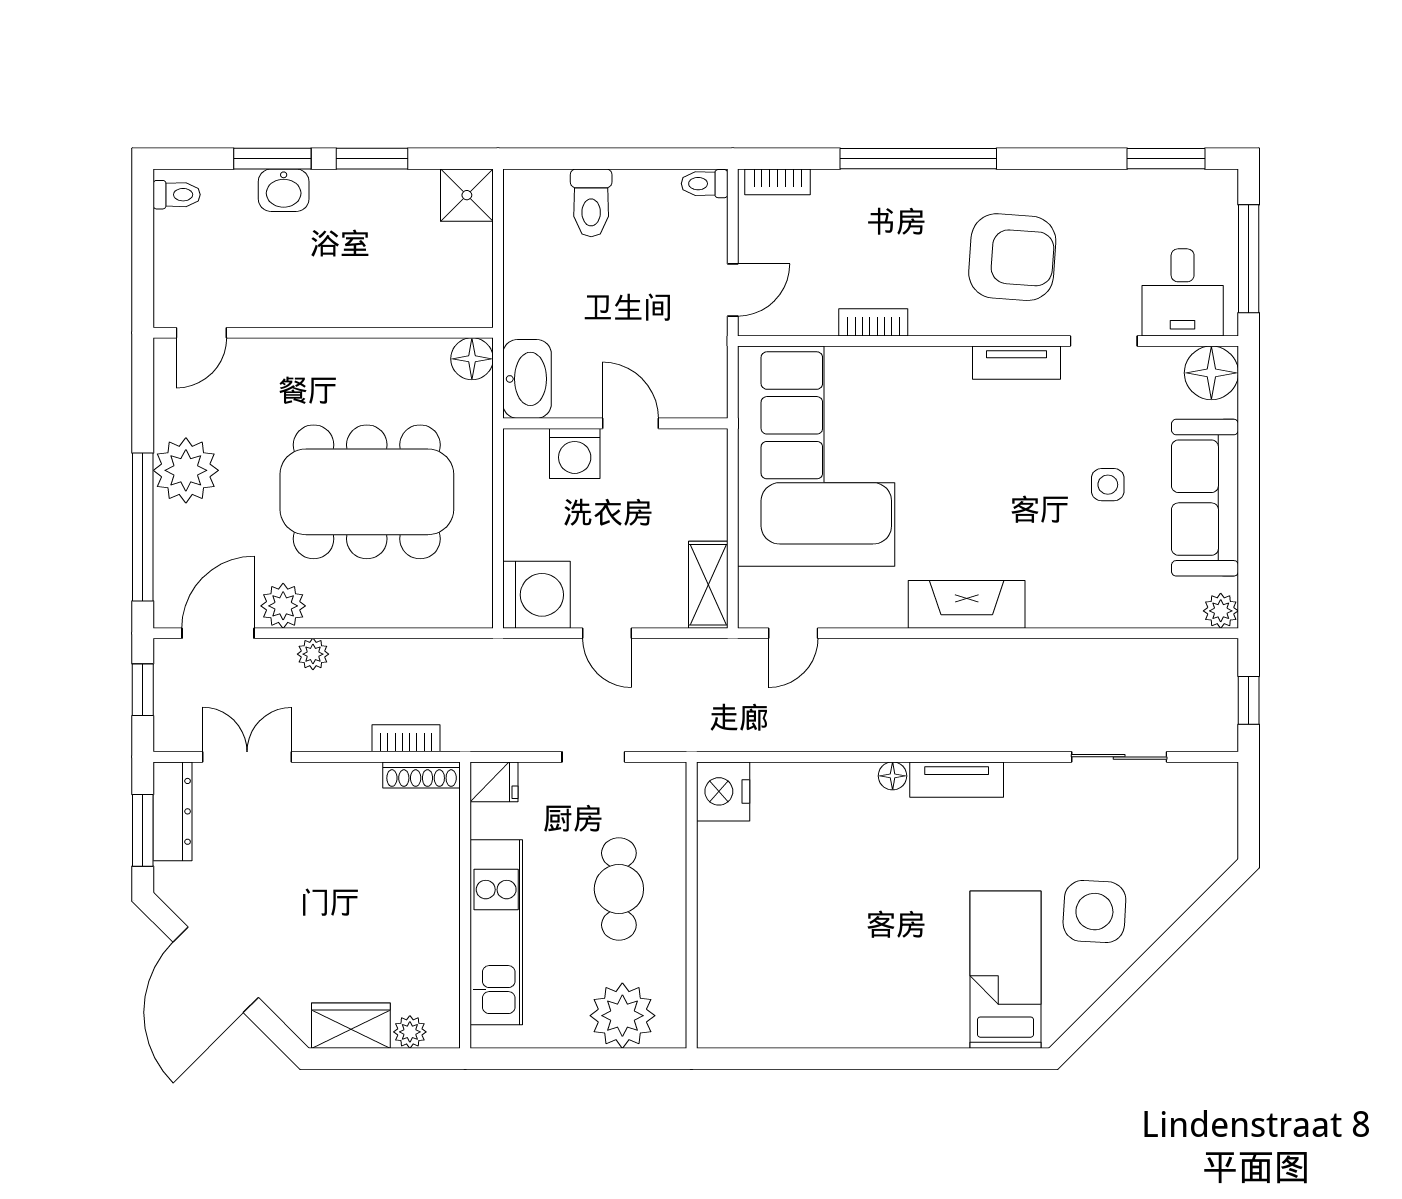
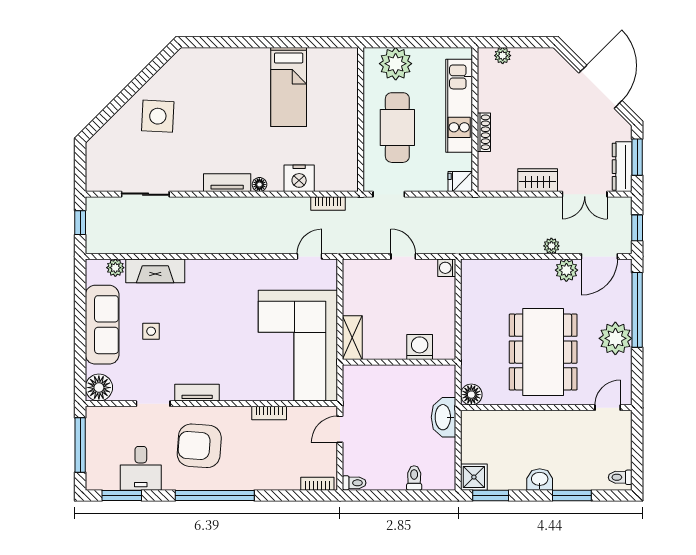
window: (372, 159) -> (491, 495), moved
window: (918, 159) -> (215, 495), moved
washbasin: (284, 190) -> (540, 480), moved
toilet: (591, 203) -> (414, 478), width x0.73, depth x0.72
desk: (1183, 292) -> (141, 468), moved, turned 180
washbasin: (527, 379) -> (444, 417), moved
door: (630, 423) -> (391, 362), removed
dining table: (367, 492) -> (543, 352), moved, turned 90
shelving: (708, 585) -> (352, 338), moved
washing machine: (537, 595) -> (447, 268), width x0.53, depth x0.53
fireplace: (967, 604) -> (155, 271), moved
plant: (1221, 611) -> (115, 268), moved
bookcase: (406, 738) -> (328, 203), moved
doorway: (593, 757) -> (389, 194), moved
shoe rack: (422, 775) -> (484, 132), moved, turned 90
nightstand: (723, 791) -> (299, 178), moved, turned 90
cafe table: (619, 889) -> (397, 128), width x1.37, depth x1.35
bed: (1006, 970) -> (289, 87), moved
wardrobe: (351, 1026) -> (538, 180), moved, turned 180

